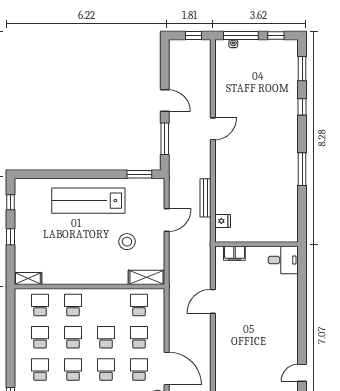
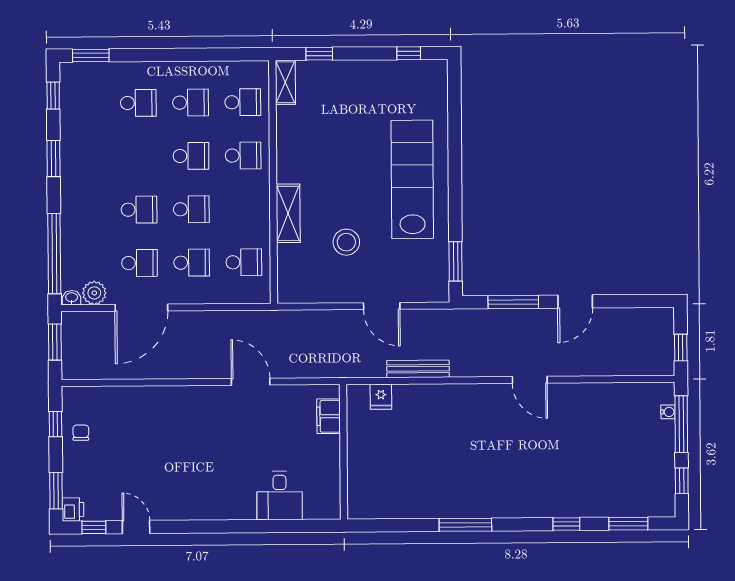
window: (11, 237) -> (319, 54), moved
desk: (283, 260) -> (280, 496), moved
shelving: (147, 277) -> (288, 213), moved
school desk: (73, 369) -> (139, 156), removed

